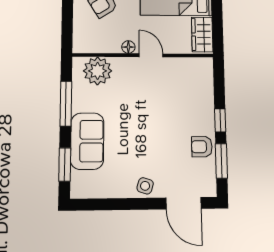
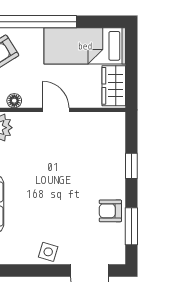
floor lamp: (128, 47) -> (14, 101), moved
window: (220, 120) -> (131, 166), moved

